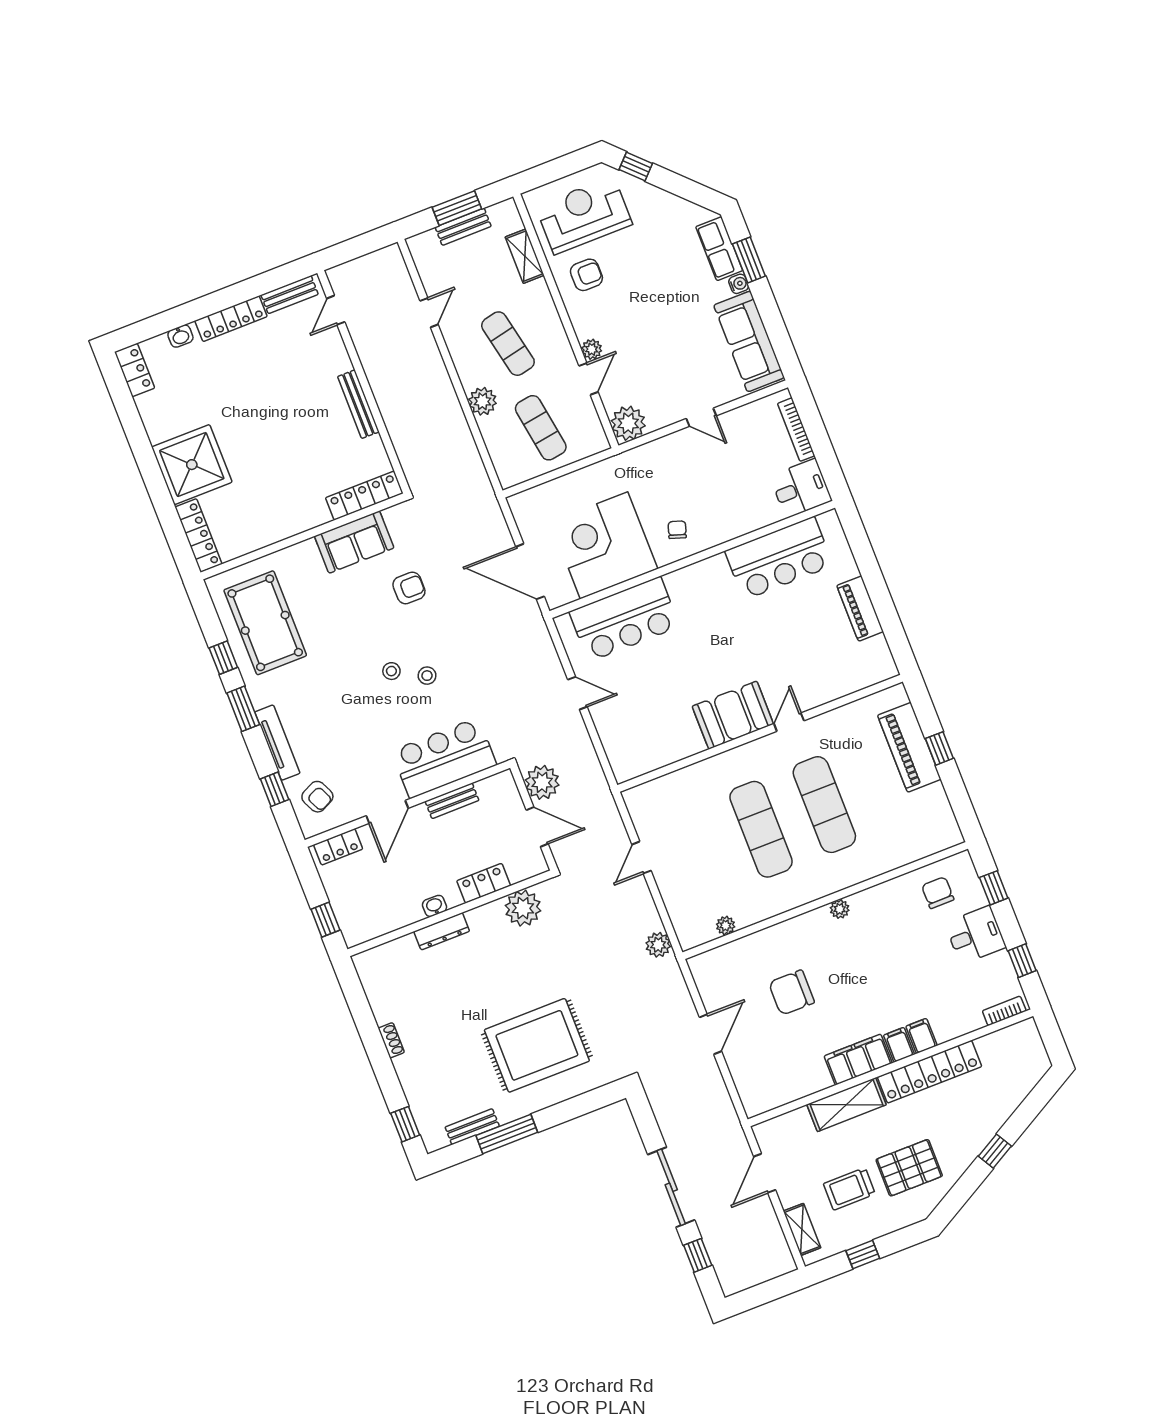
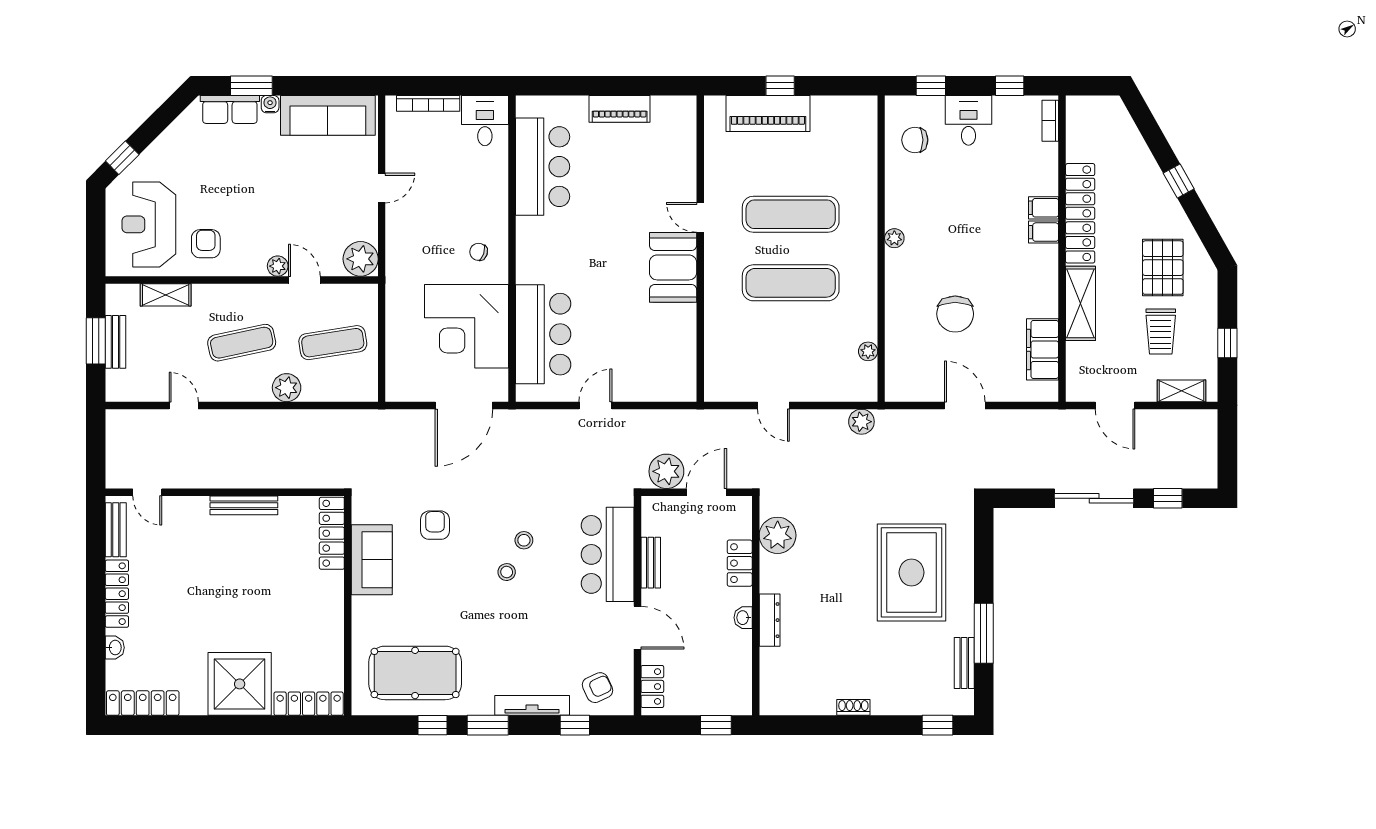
locker: (135, 370) -> (143, 703), width x1.53
filing cabinet: (858, 1060) -> (1043, 349), moved

